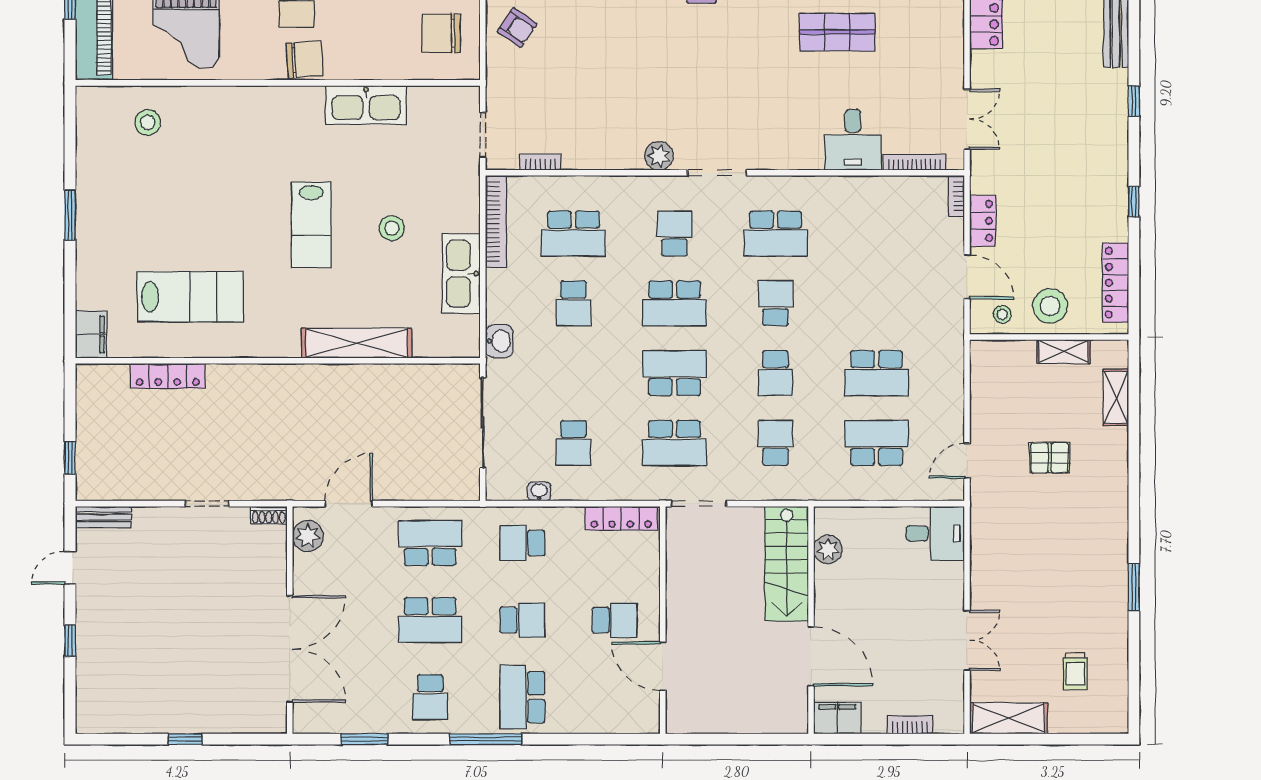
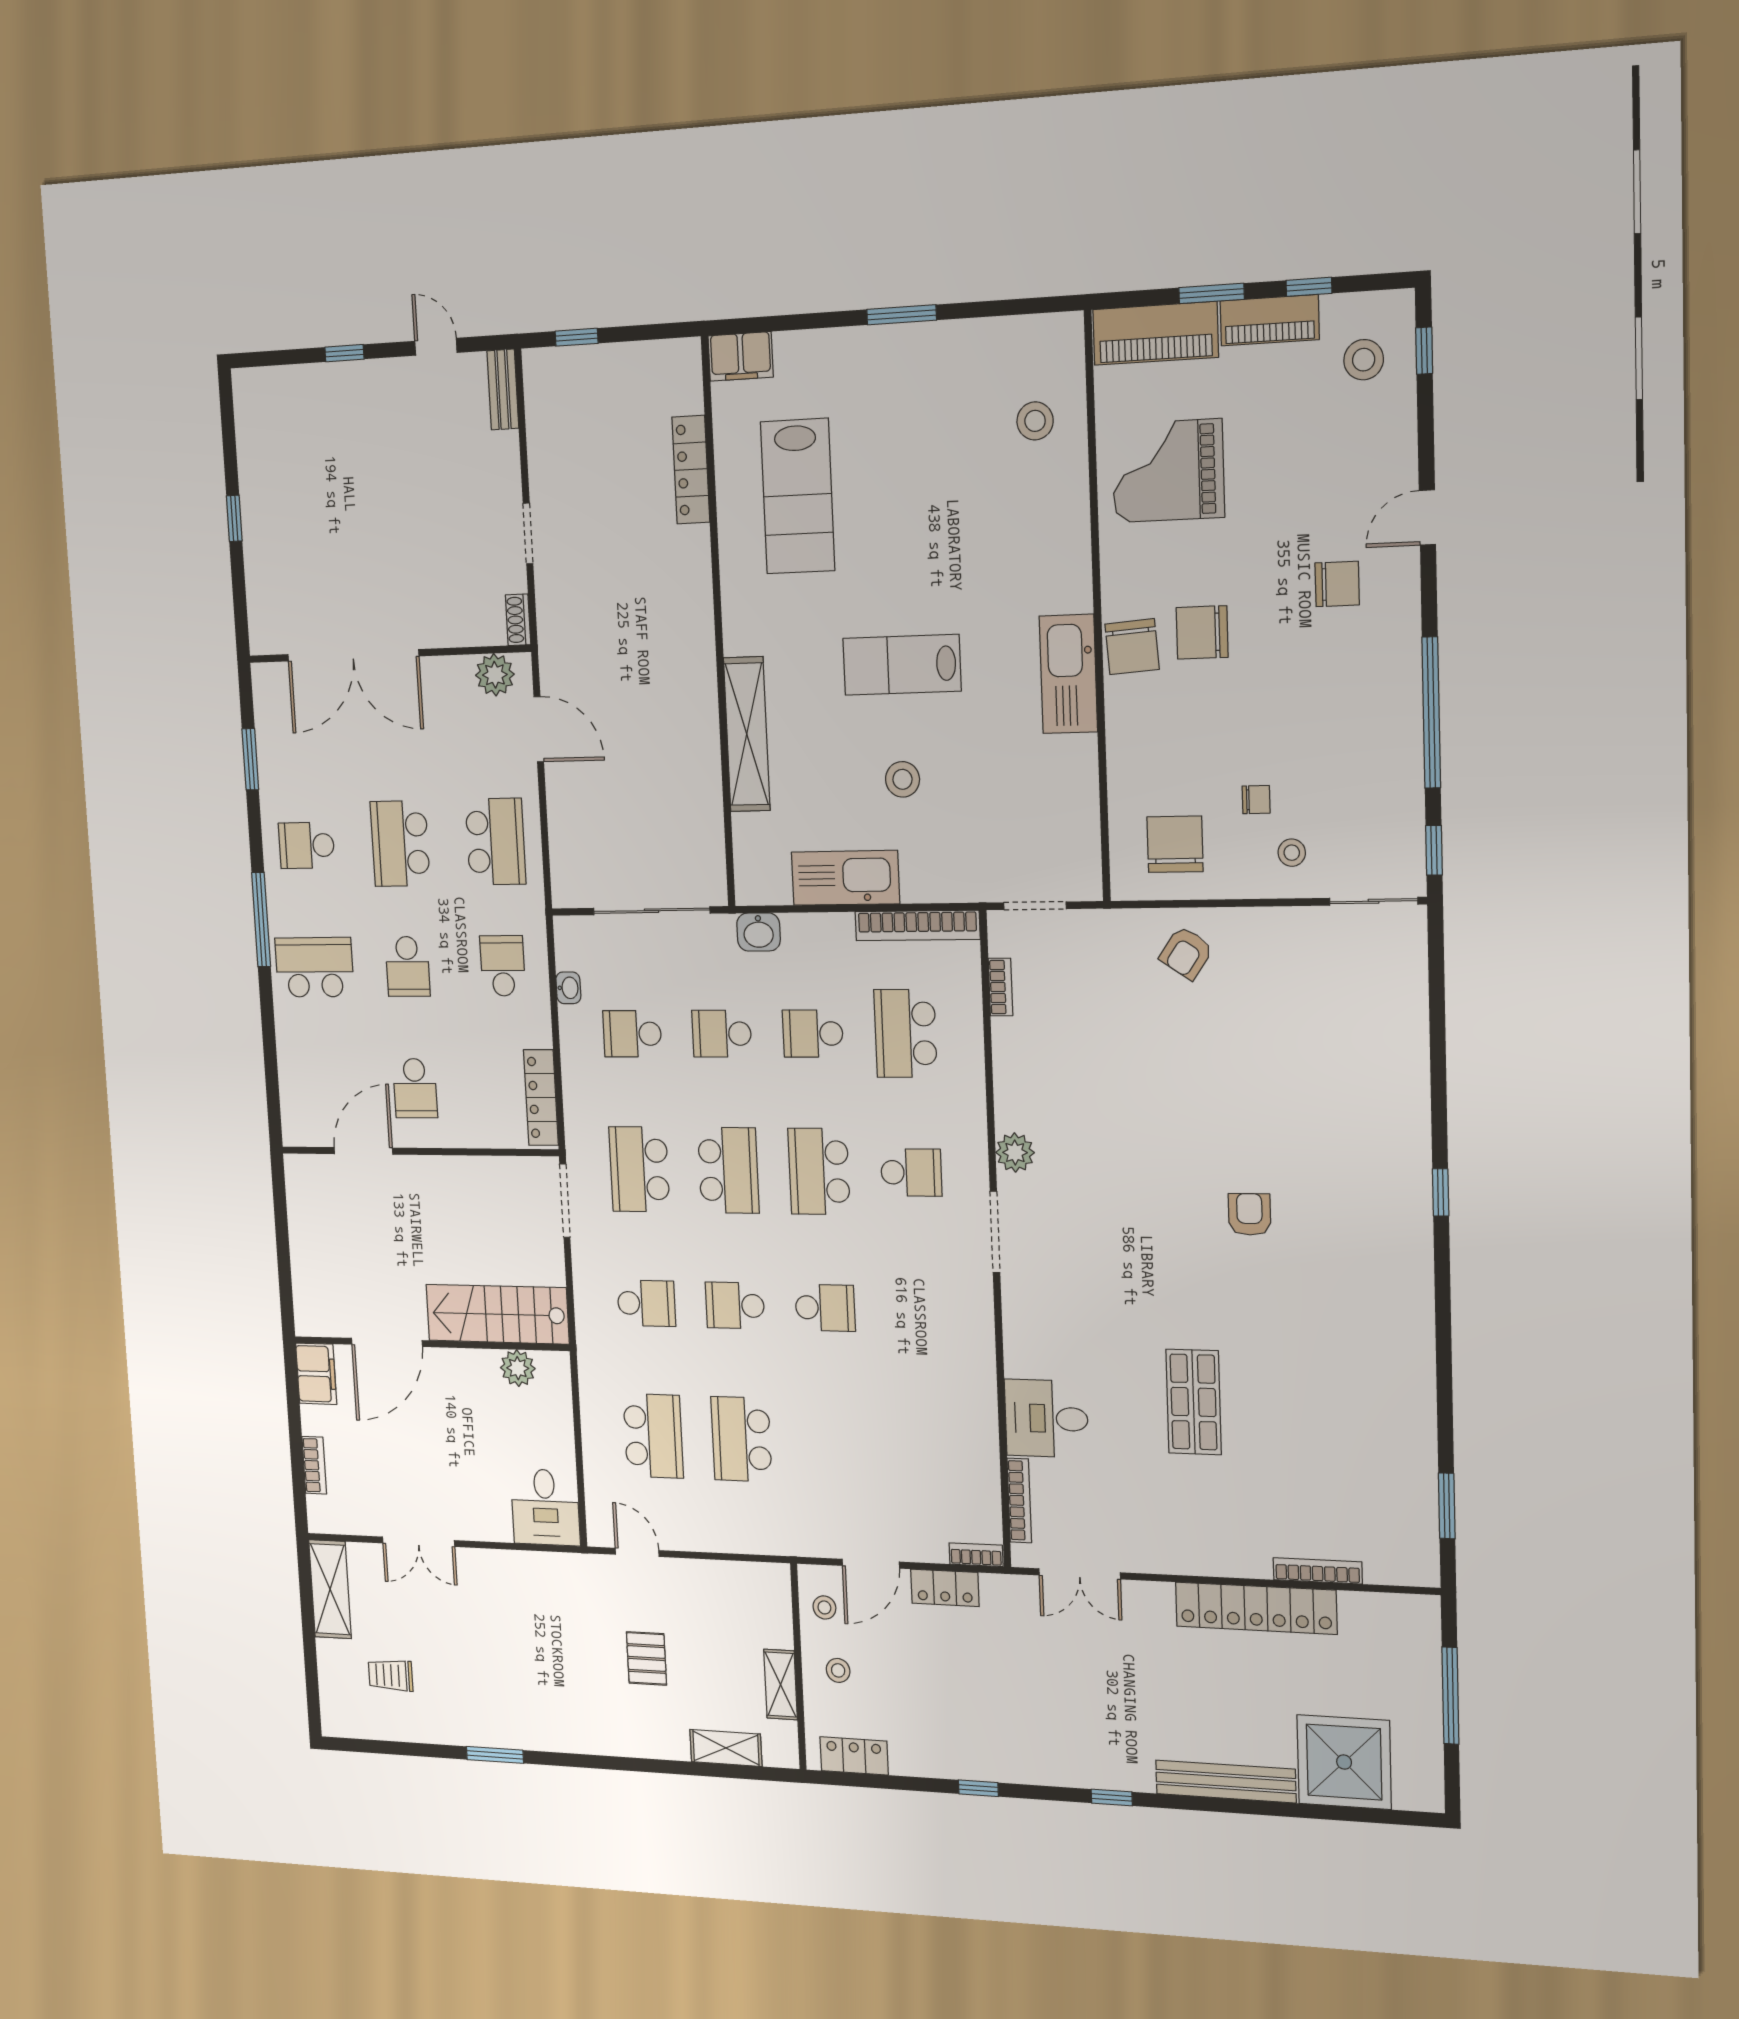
kitchen sink: (366, 105) -> (1068, 674), moved
school desk: (775, 234) -> (722, 1034), moved, width x0.54
locker: (1115, 283) -> (854, 1756), width x0.66
stool: (1050, 306) -> (838, 1670), width x0.53, depth x0.53

